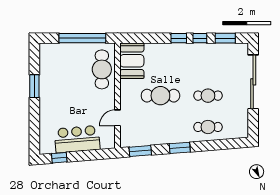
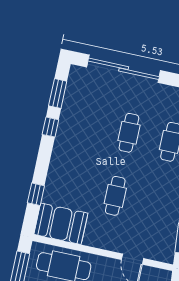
window: (179, 38) -> (36, 194), moved
cafe table: (160, 96) -> (115, 196), width x0.73, depth x0.74

